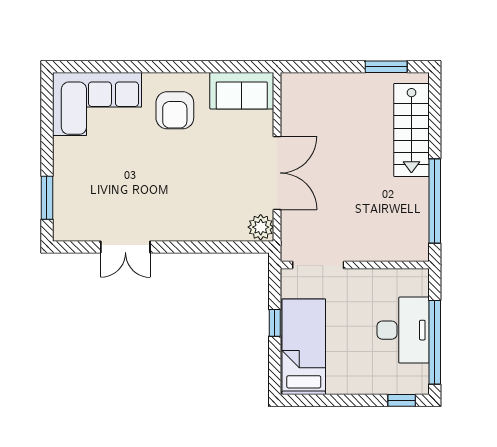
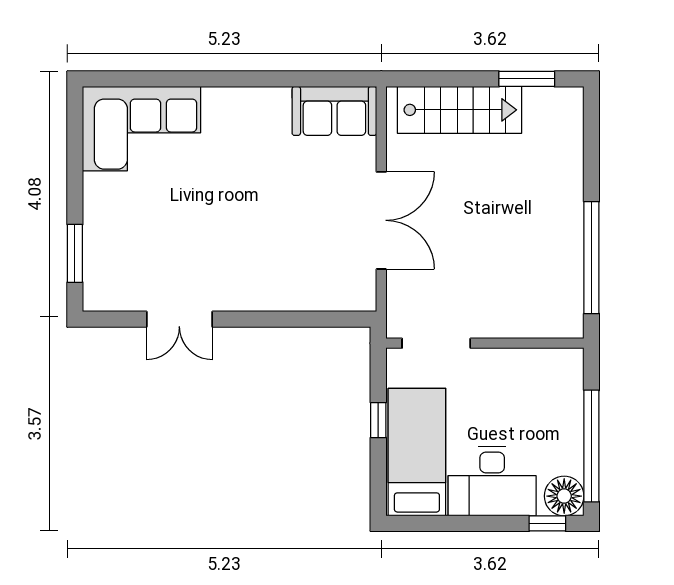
armchair: (175, 110) -> (245, 137), removed
stairs: (411, 130) -> (460, 110), moved, turned -90
plant: (261, 227) -> (360, 293), removed
desk: (403, 330) -> (492, 481), moved, turned 90
floor lamp: (414, 380) -> (564, 496), added

